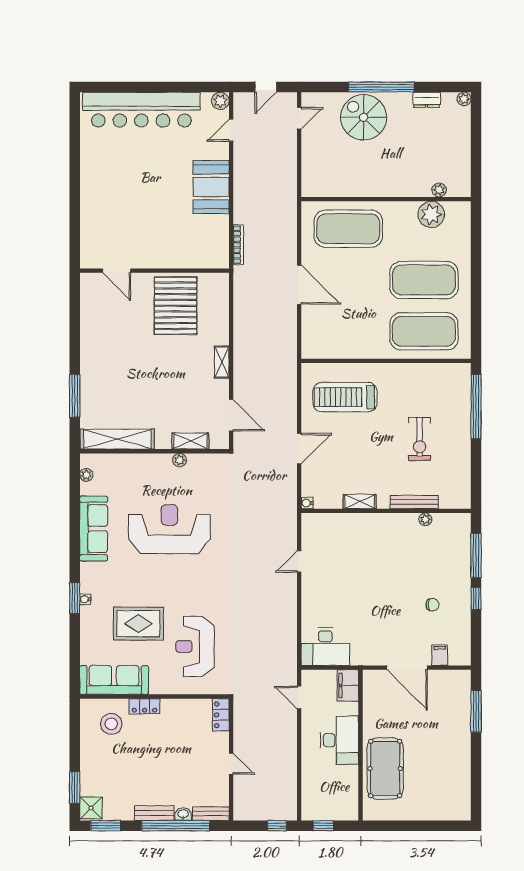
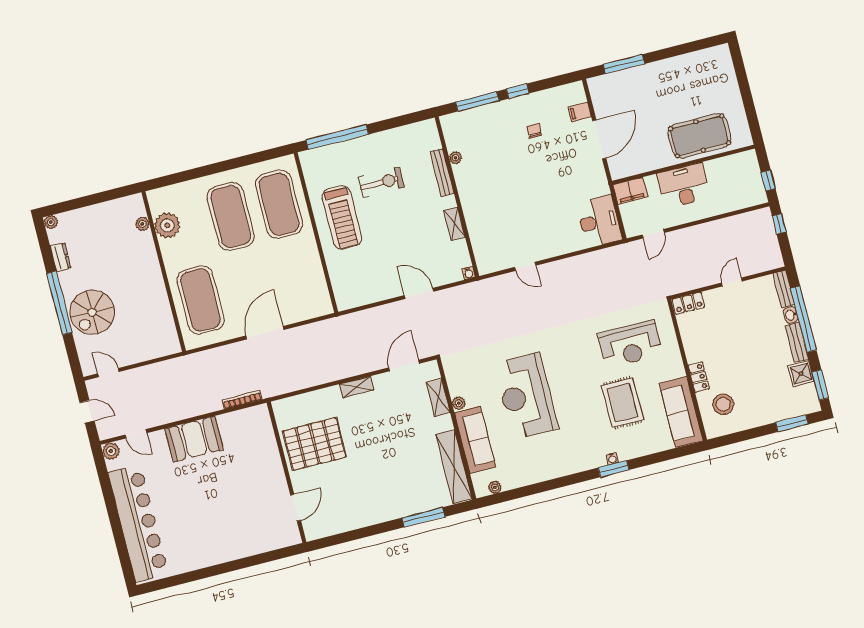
treadmill: (345, 397) -> (342, 218), moved
sofa: (94, 529) -> (475, 440), moved, turned 90
shower: (91, 808) -> (801, 374), moved

